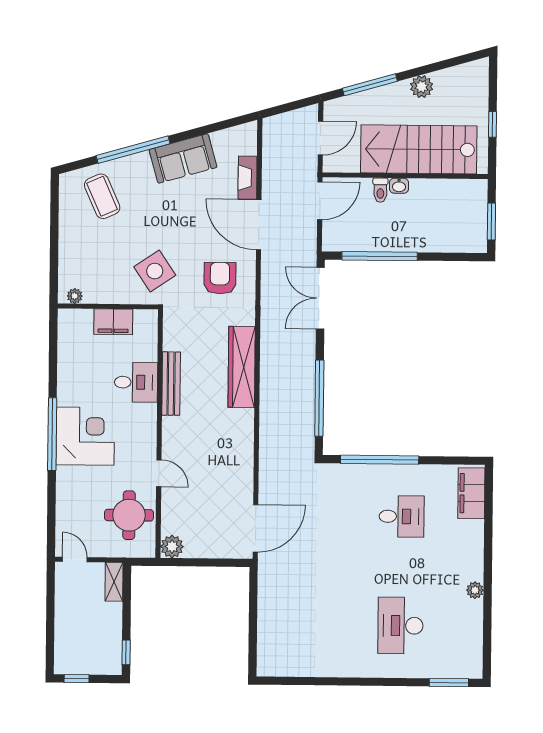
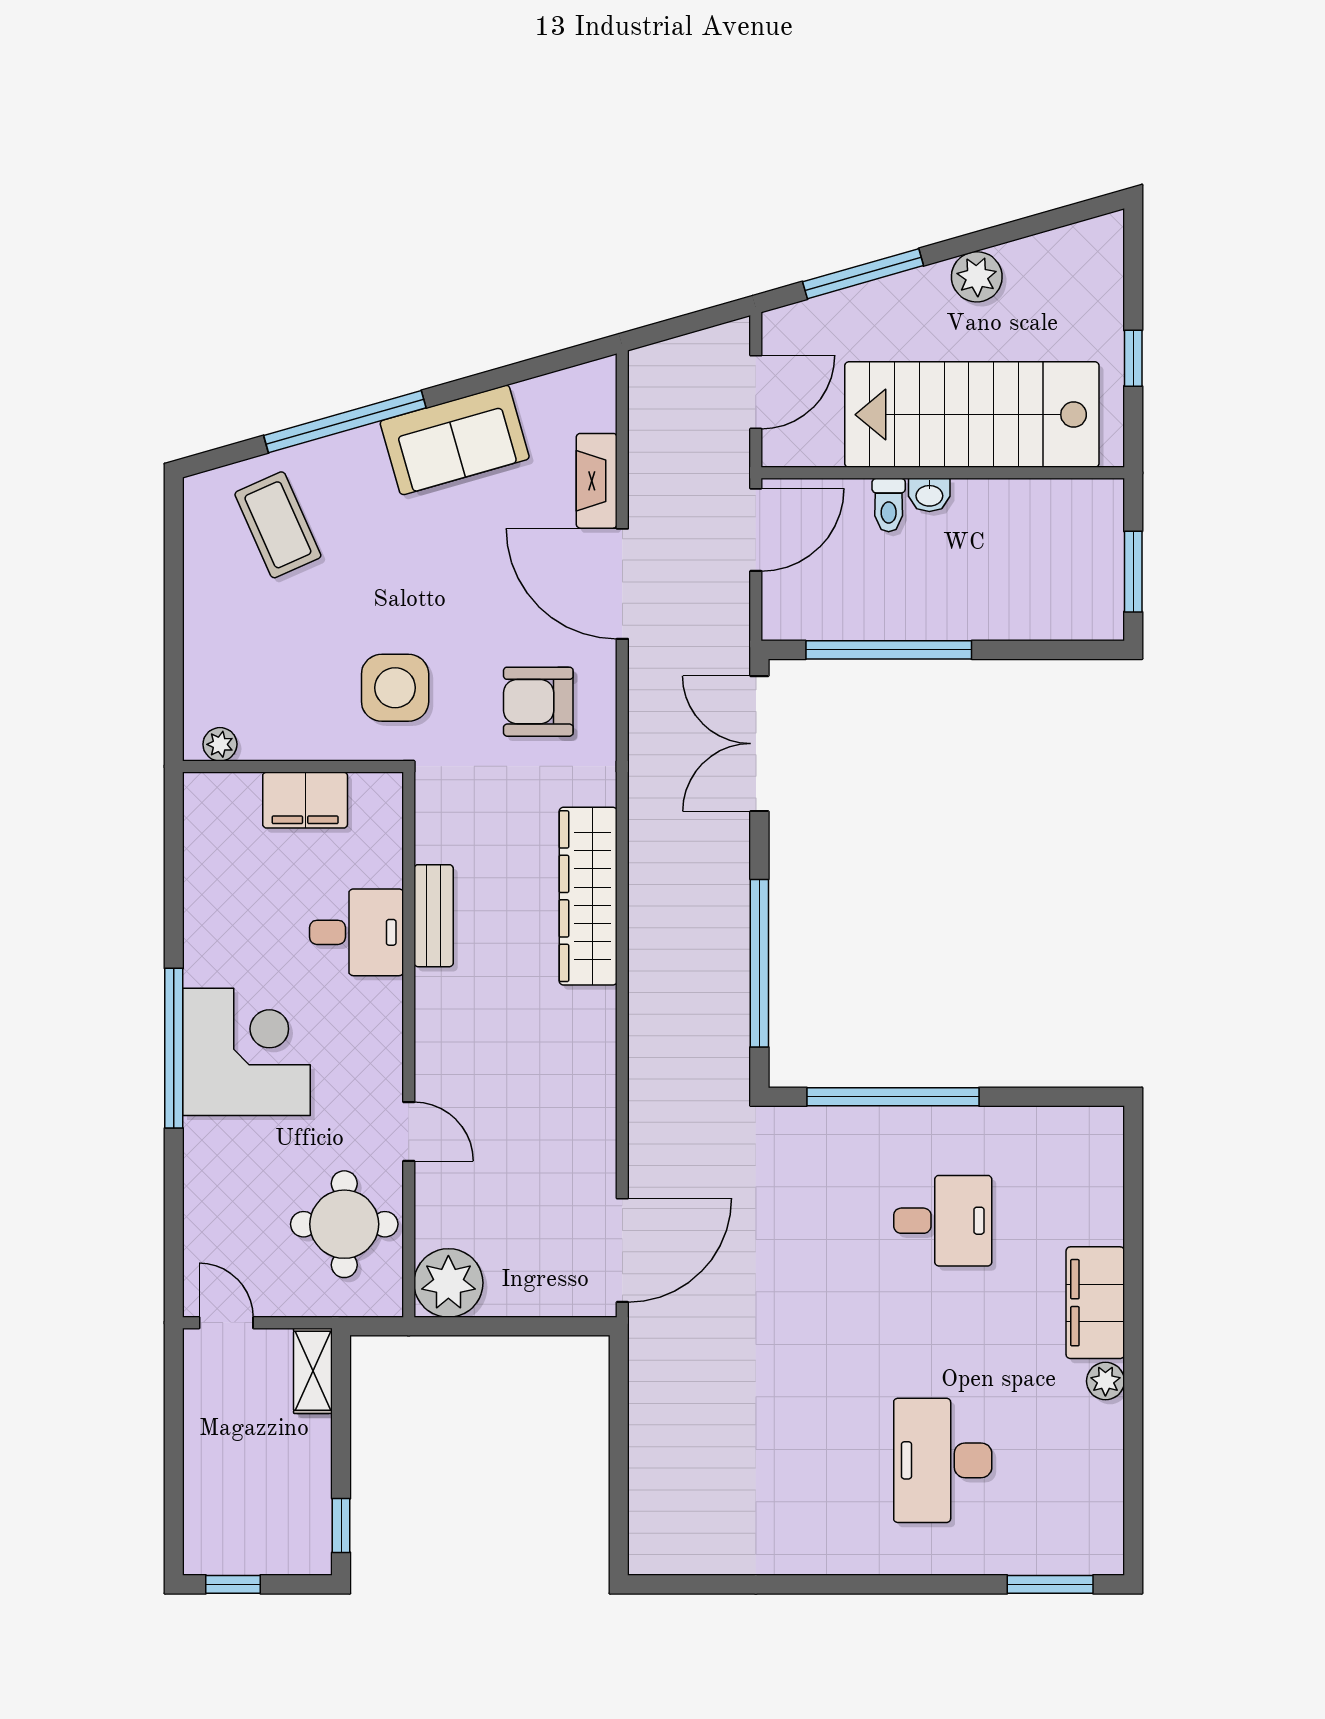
side table: (155, 271) -> (395, 688), turned 34
armchair: (220, 278) -> (538, 702), turned -90
bench: (171, 384) -> (434, 916), width x0.73
filing cabinet: (471, 493) -> (1095, 1303), moved
plant: (172, 547) -> (448, 1283), width x1.36, depth x1.36

